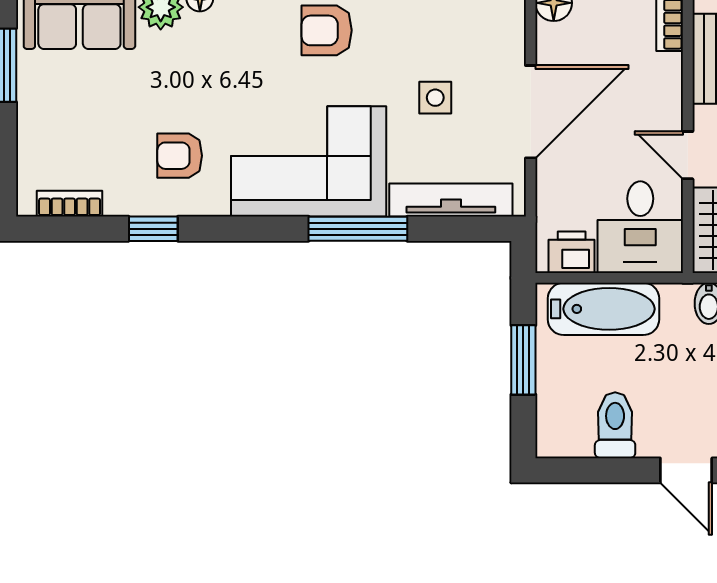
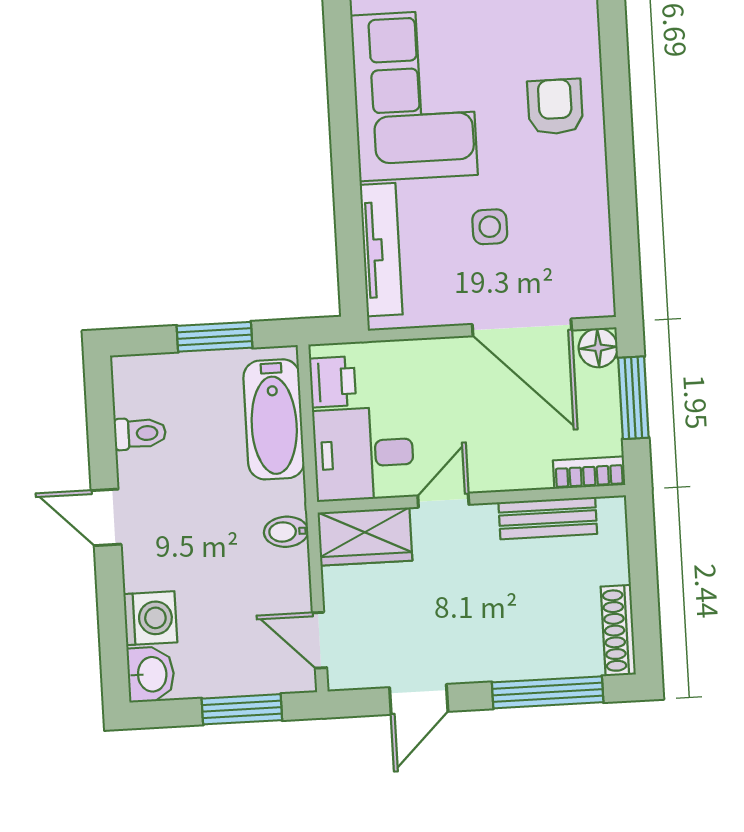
door: (531, 112) -> (522, 327), moved
window: (358, 229) -> (345, 152), removed
toilet: (615, 425) -> (140, 433), width x0.73, depth x0.72
door: (686, 470) -> (106, 517), hinge flipped

